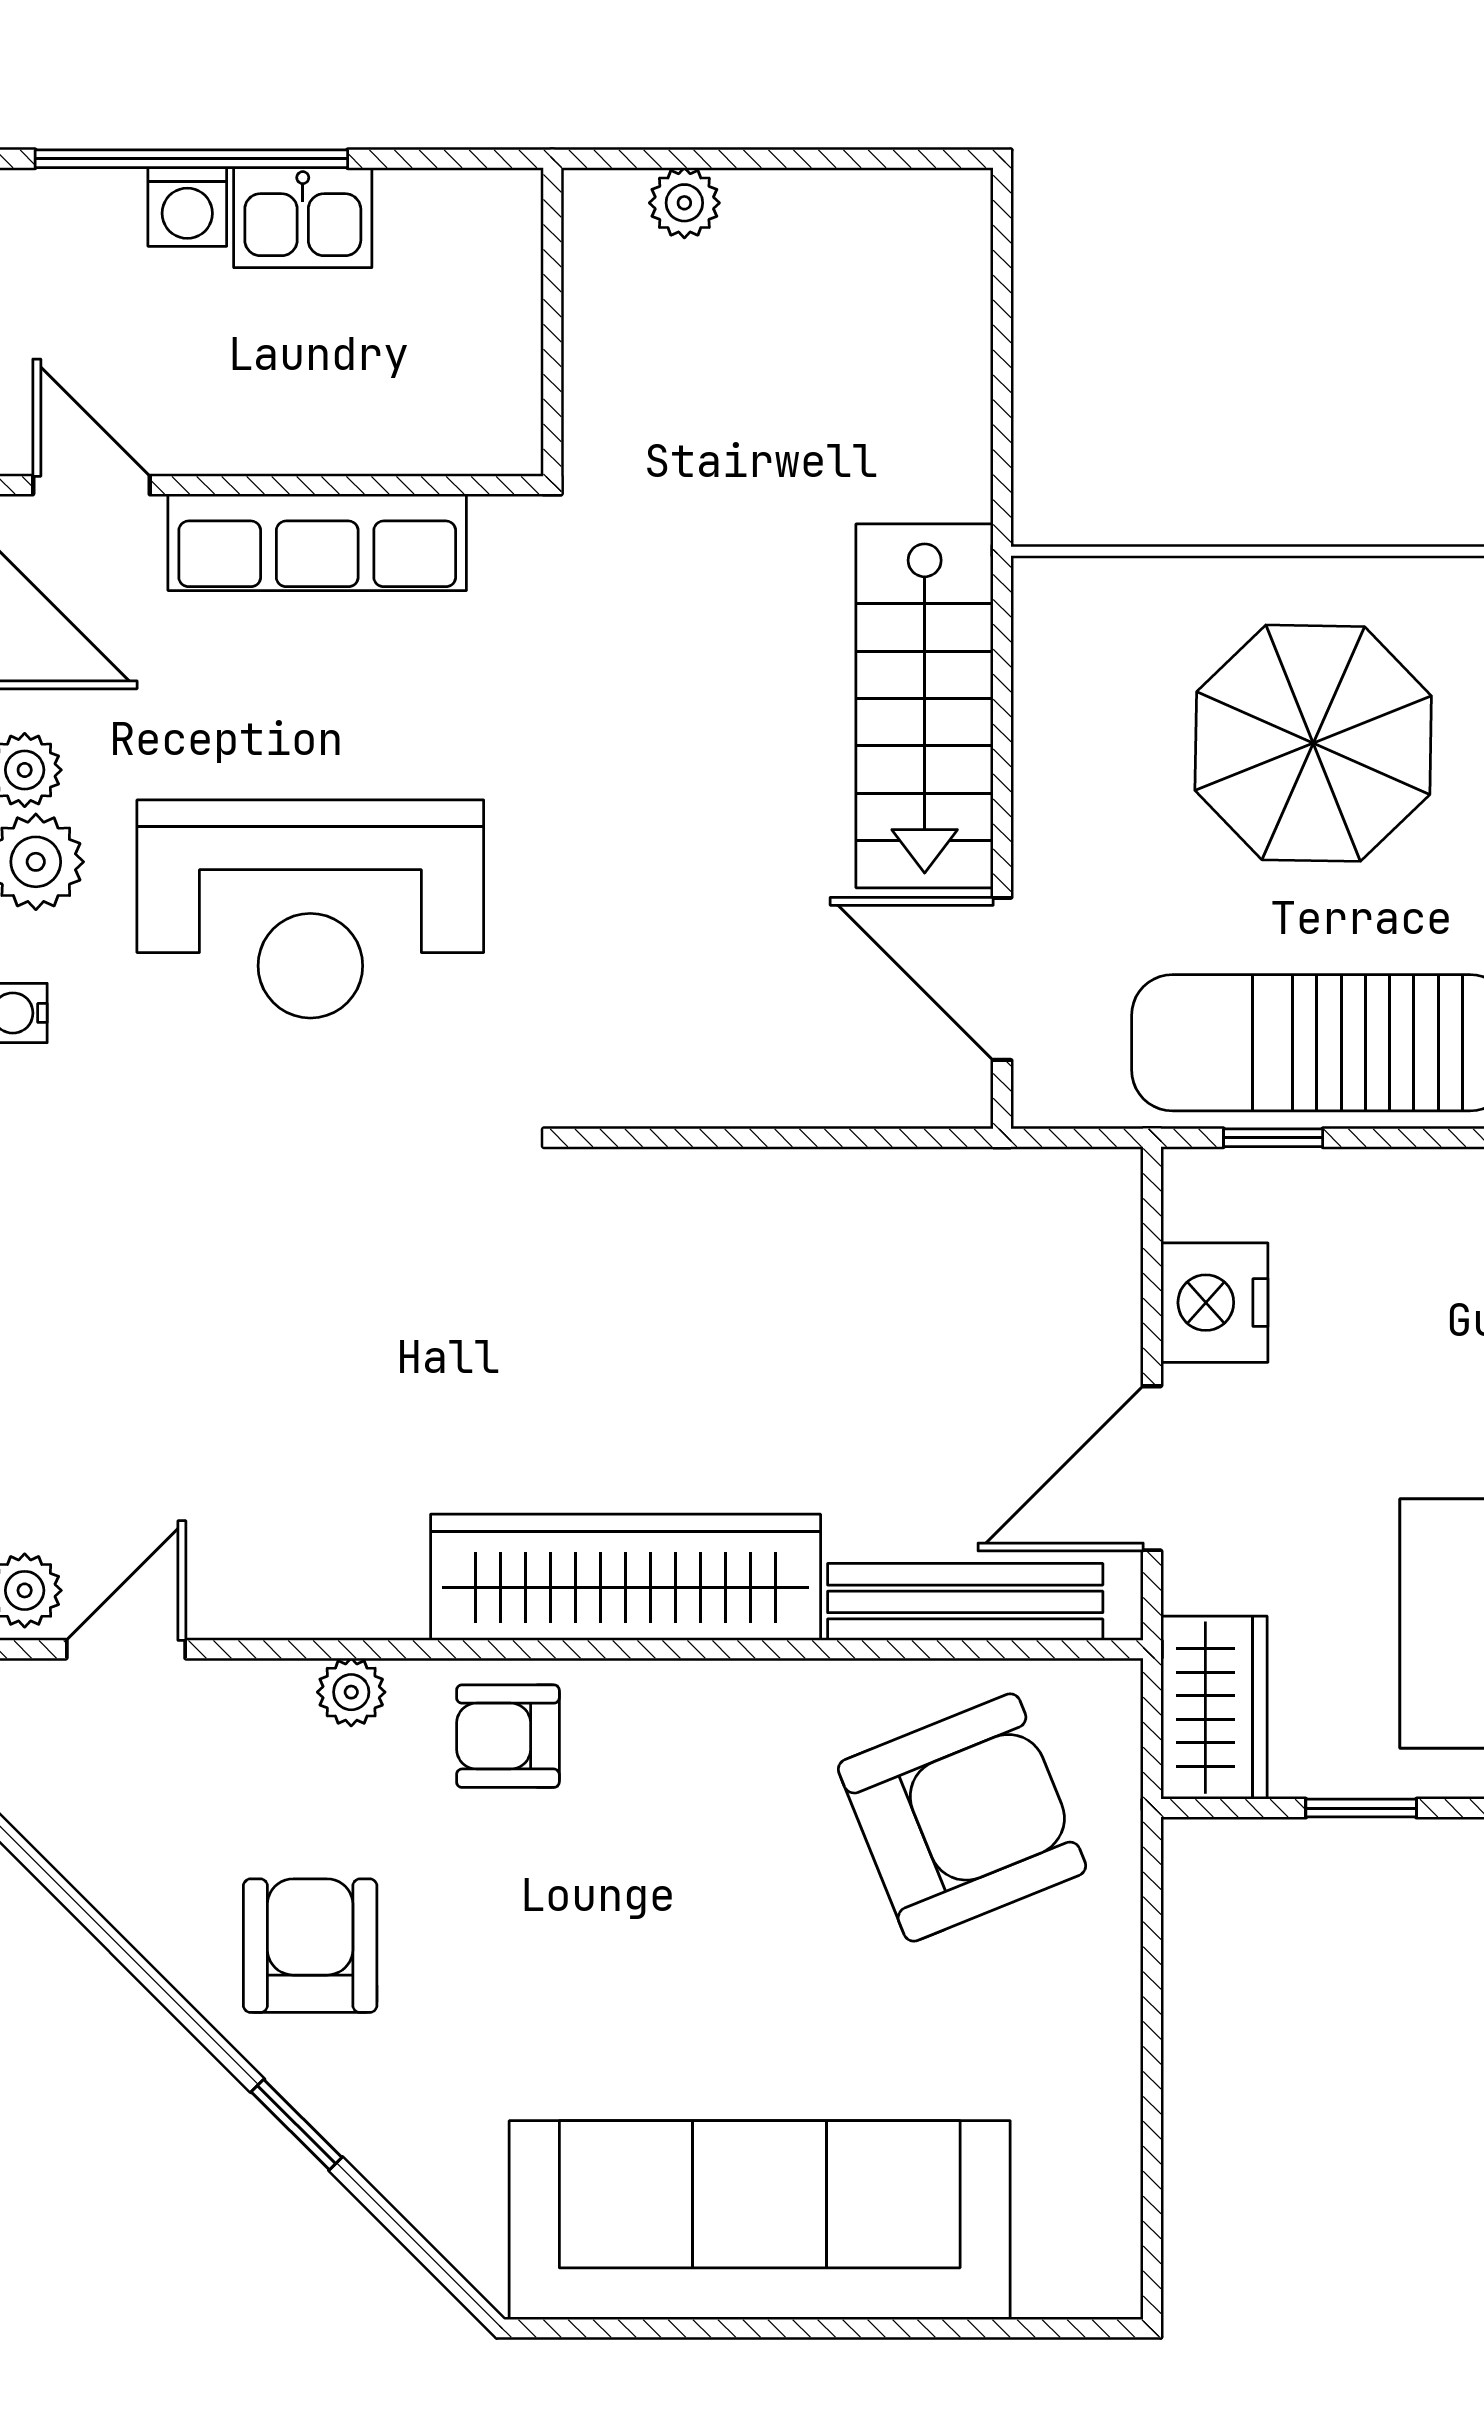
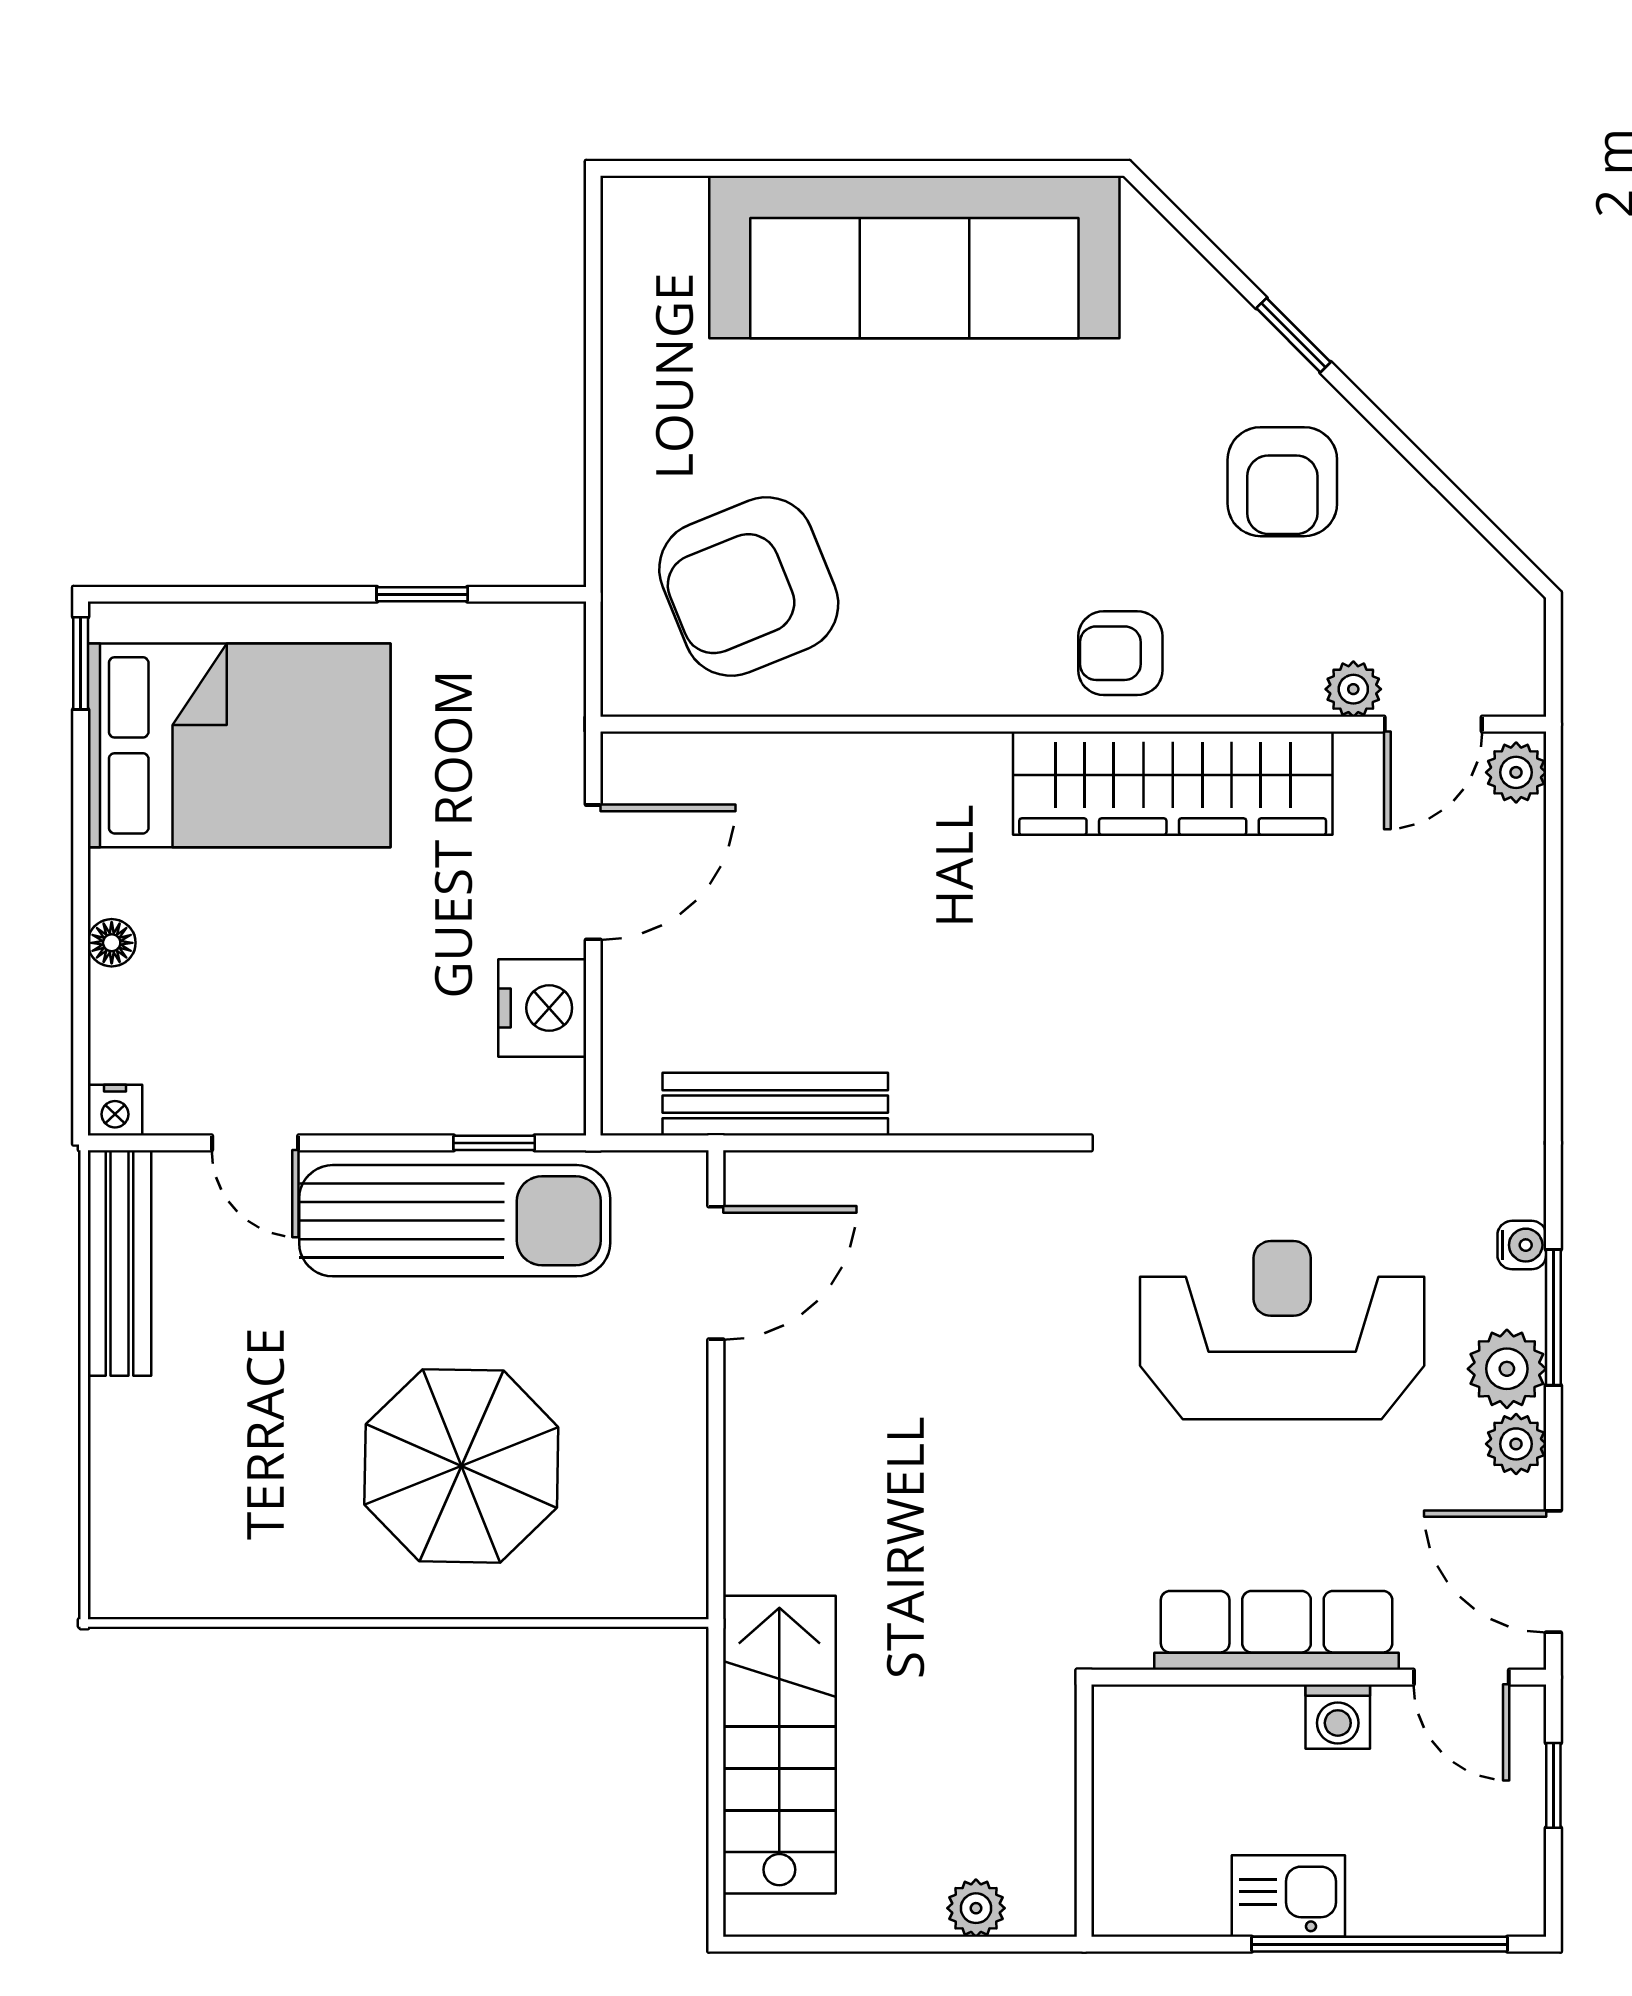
washing machine: (187, 207) -> (1338, 1717), moved, turned 180
stairs: (925, 706) -> (779, 1745), moved
door: (1002, 979) -> (716, 1273), hinge flipped
wardrobe: (626, 1577) -> (1173, 783), moved
bench: (965, 1602) -> (775, 1104), moved
plant: (351, 1692) -> (1353, 689), moved
wardrobe: (1214, 1708) -> (543, 676), removed
armchair: (508, 1736) -> (1120, 653), turned 180

